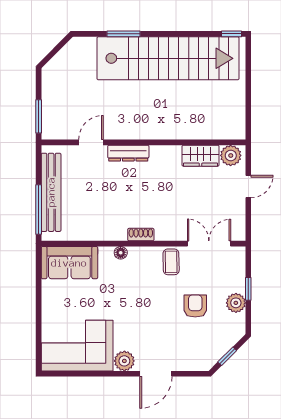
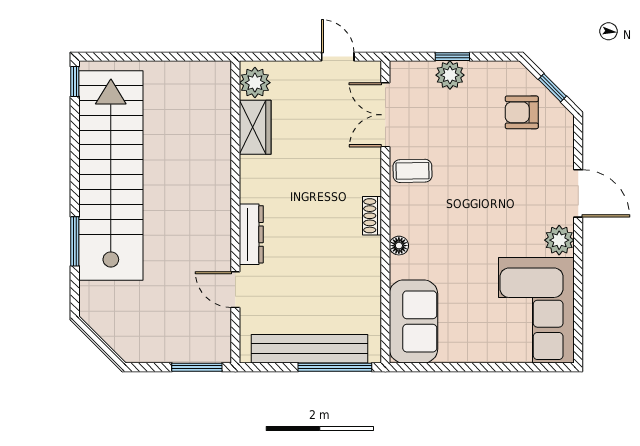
door: (248, 187) -> (338, 57), moved
plant: (236, 303) -> (450, 75), moved
armchair: (195, 306) -> (522, 112), moved

